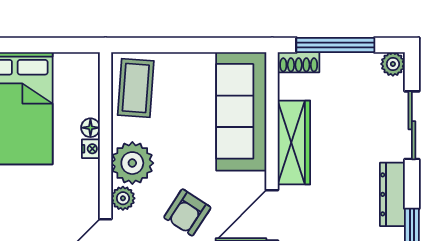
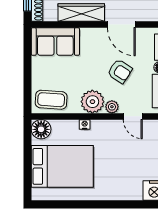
sofa: (241, 111) -> (55, 42), width x0.73
floor lamp: (90, 128) -> (41, 129), moved, width x1.89, depth x1.89

